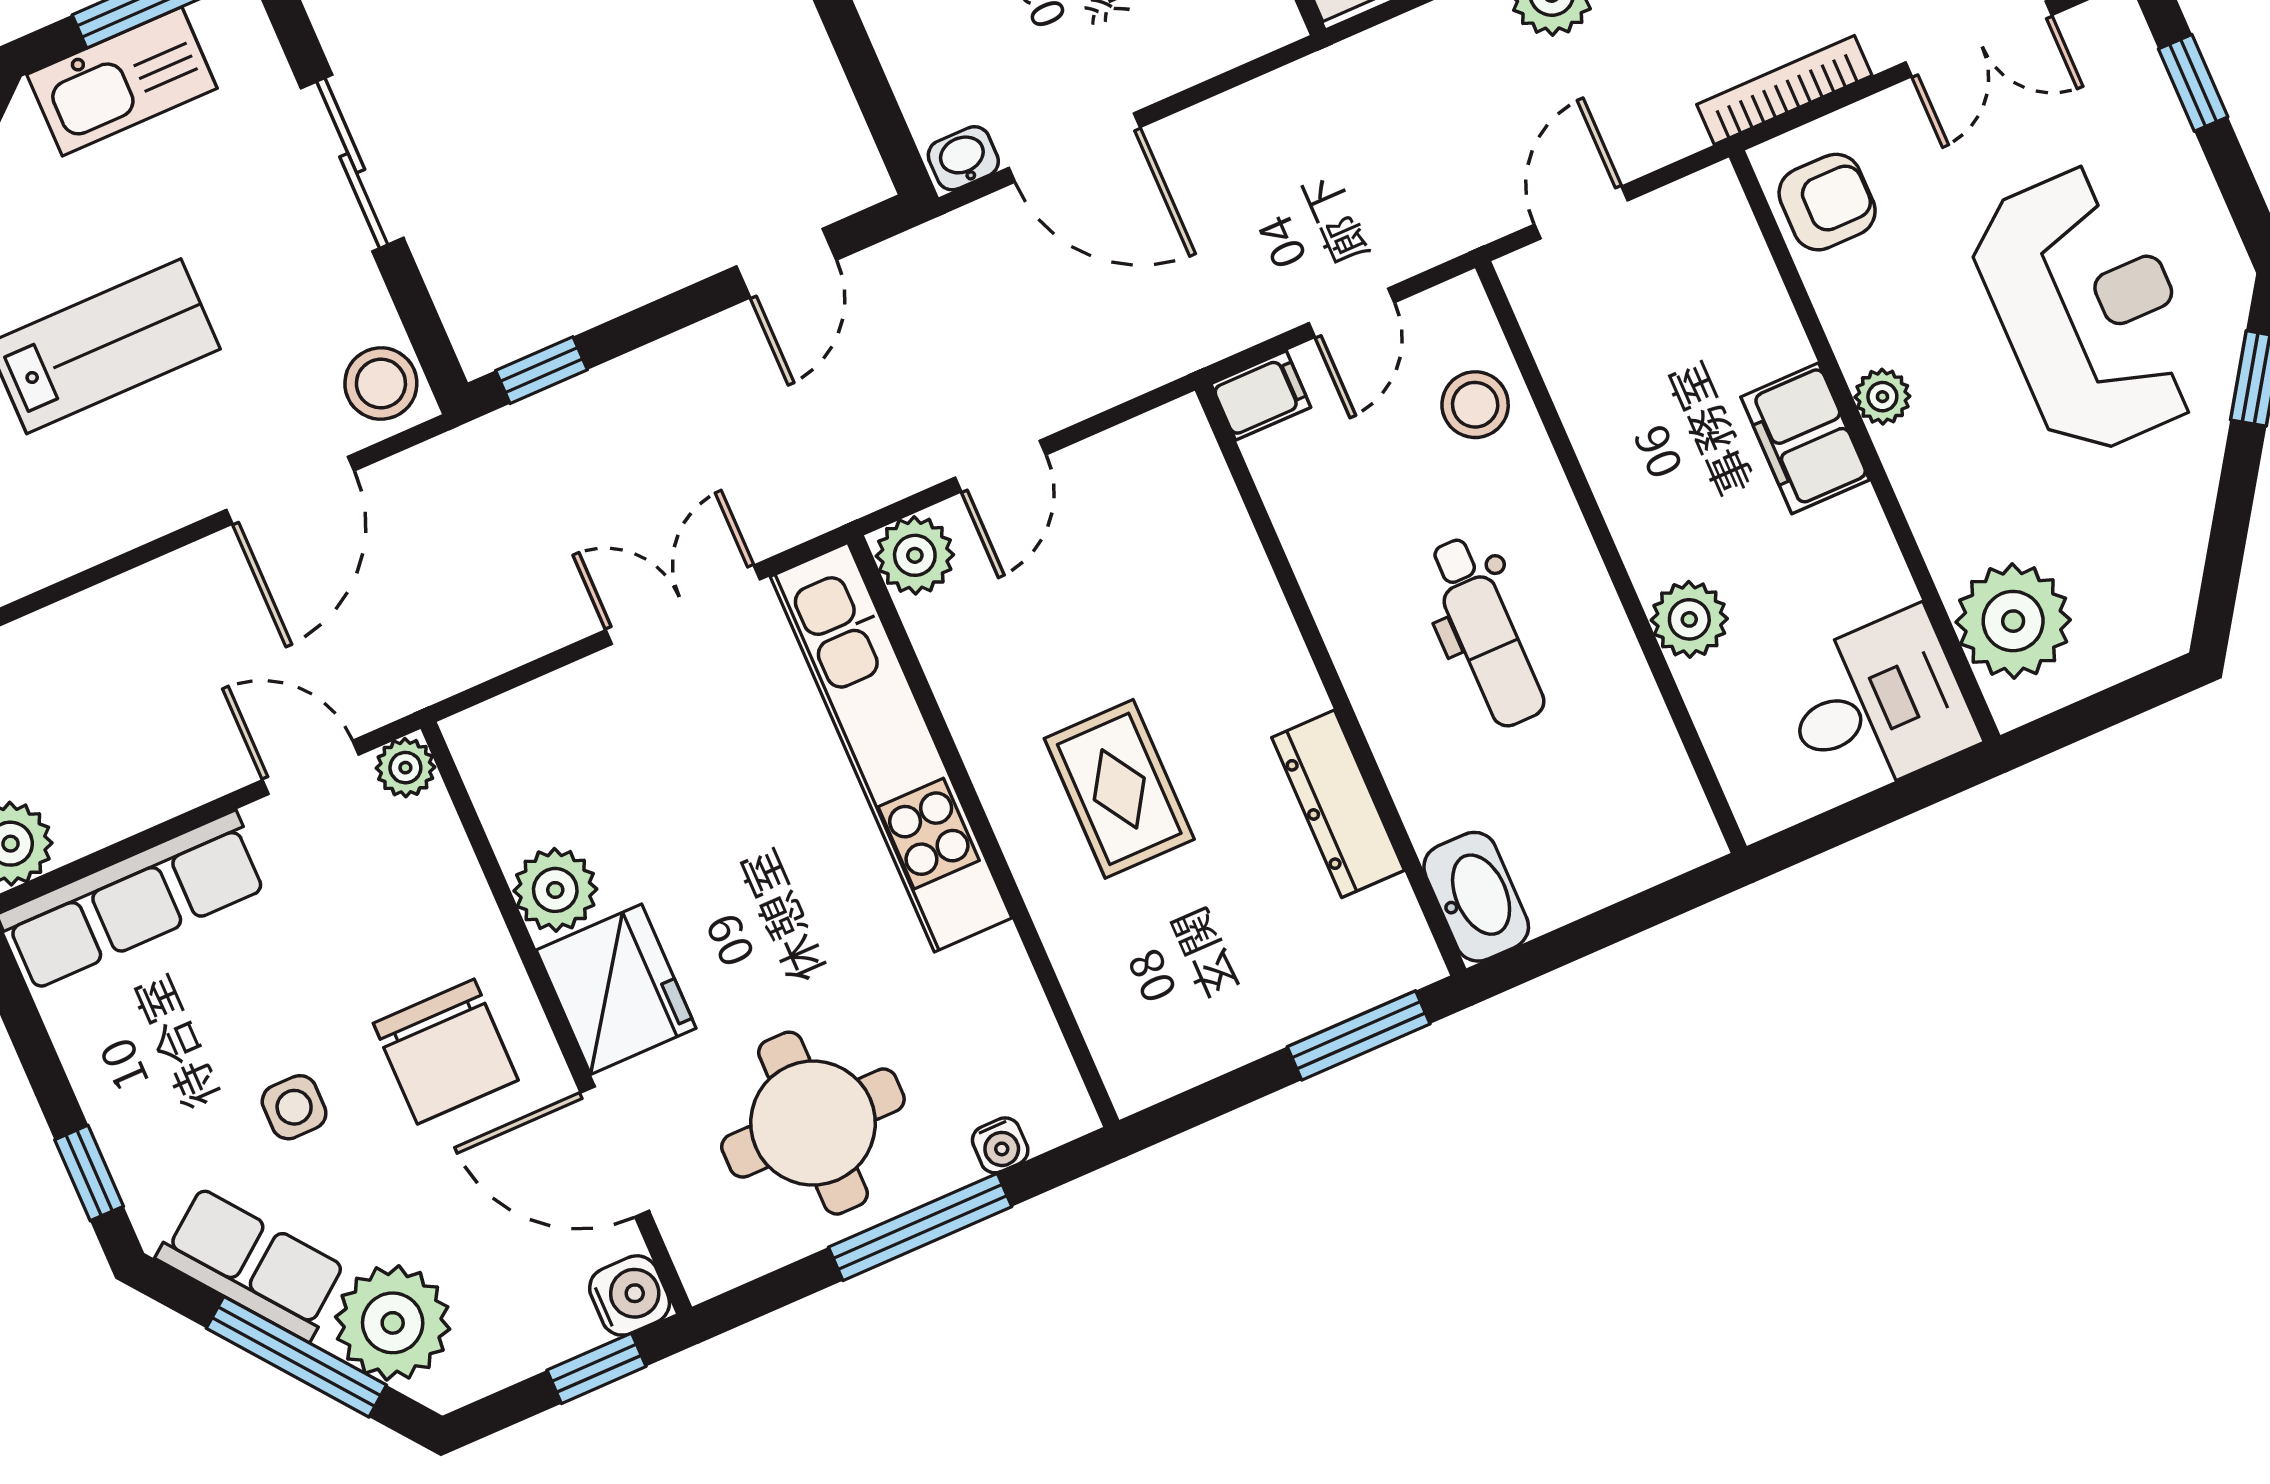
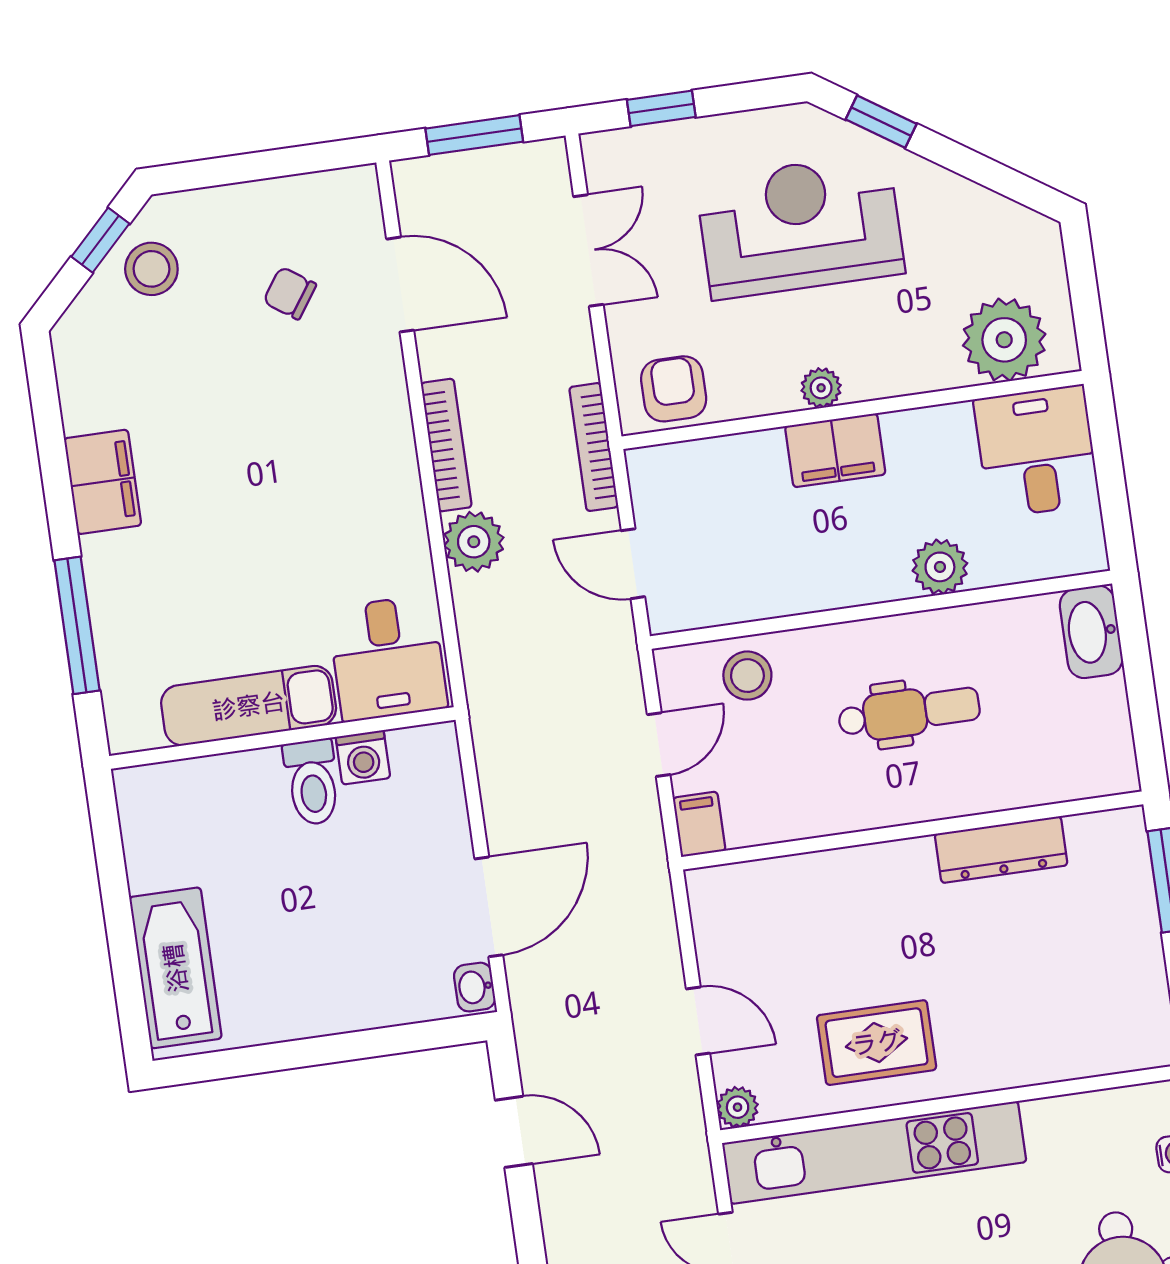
bookcase: (1784, 90) -> (594, 447), moved
door: (1351, 313) -> (659, 745), hinge flipped
plant: (915, 555) -> (738, 1107), width x0.73, depth x0.73
rug: (1119, 789) -> (877, 1043), moved
washbasin: (1476, 897) -> (1091, 632), moved, turned -90

